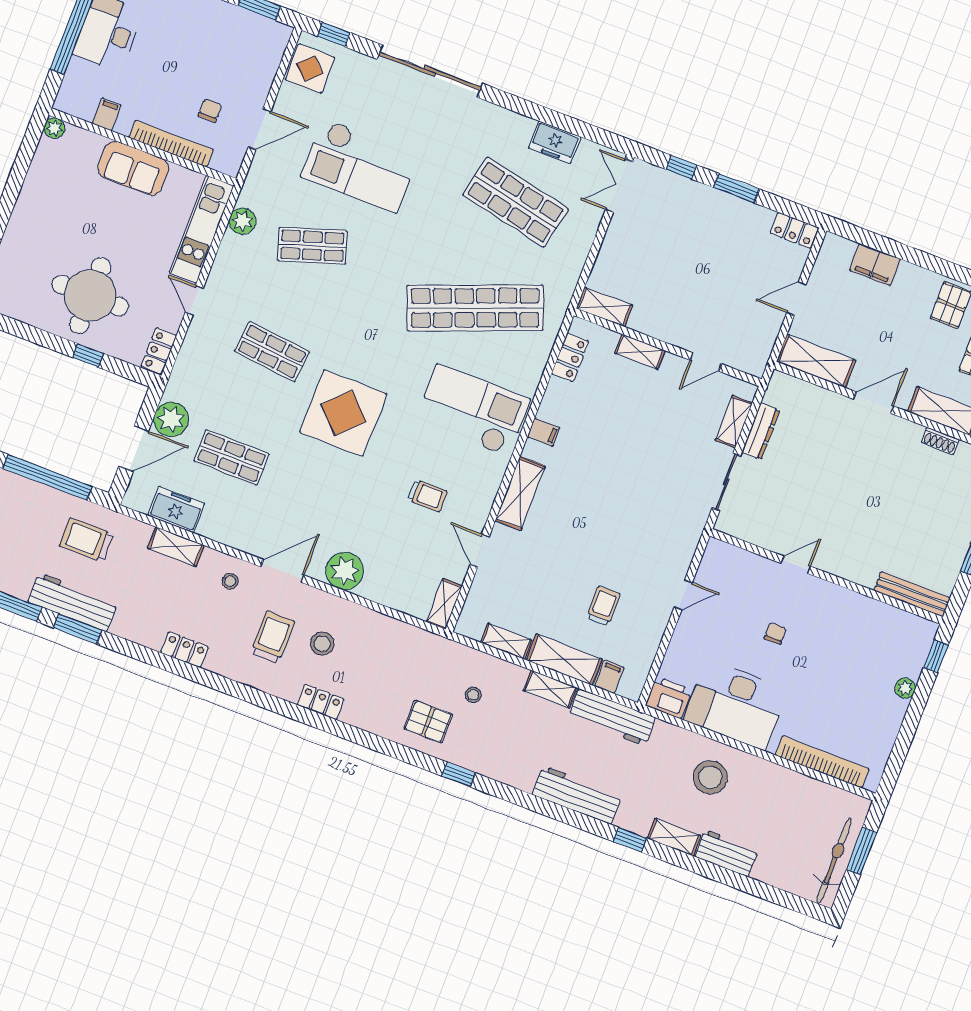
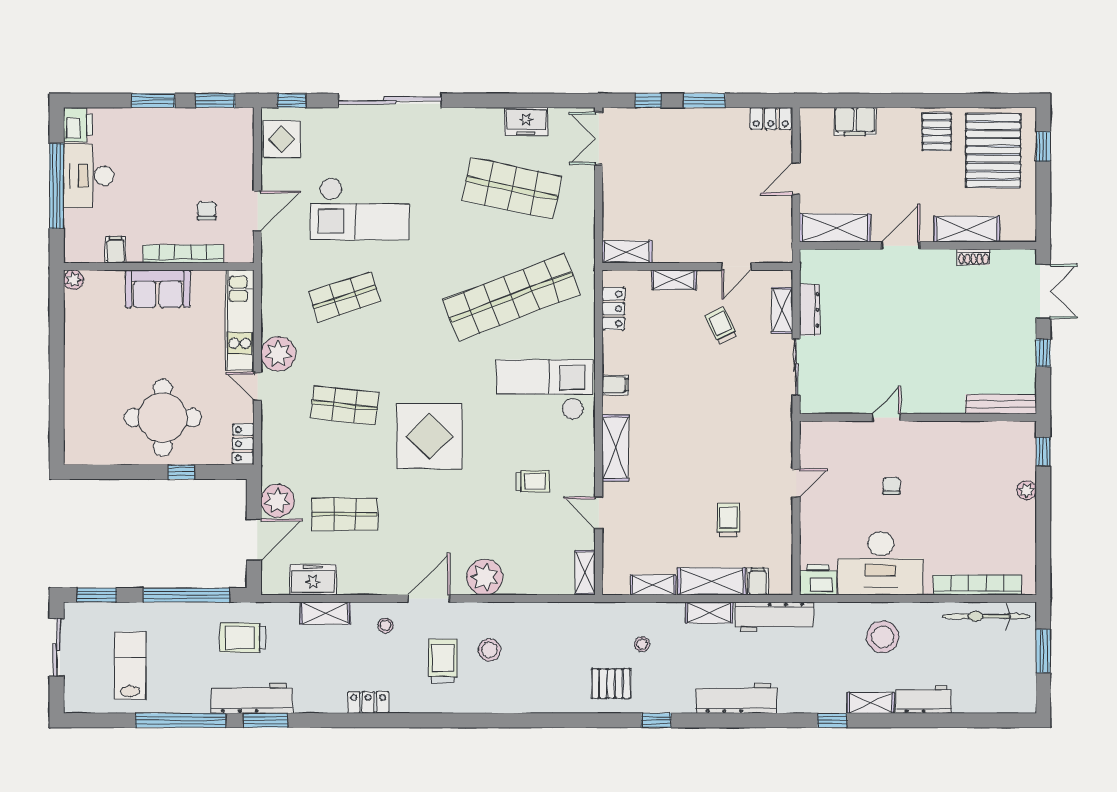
plant: (242, 221) -> (278, 354), moved, width x1.36, depth x1.36
trolley: (669, 414) -> (721, 326), added
locker: (320, 702) -> (508, 703), removed
workbench: (577, 795) -> (736, 698), moved
bicycle: (834, 861) -> (986, 616), moved, turned -90

